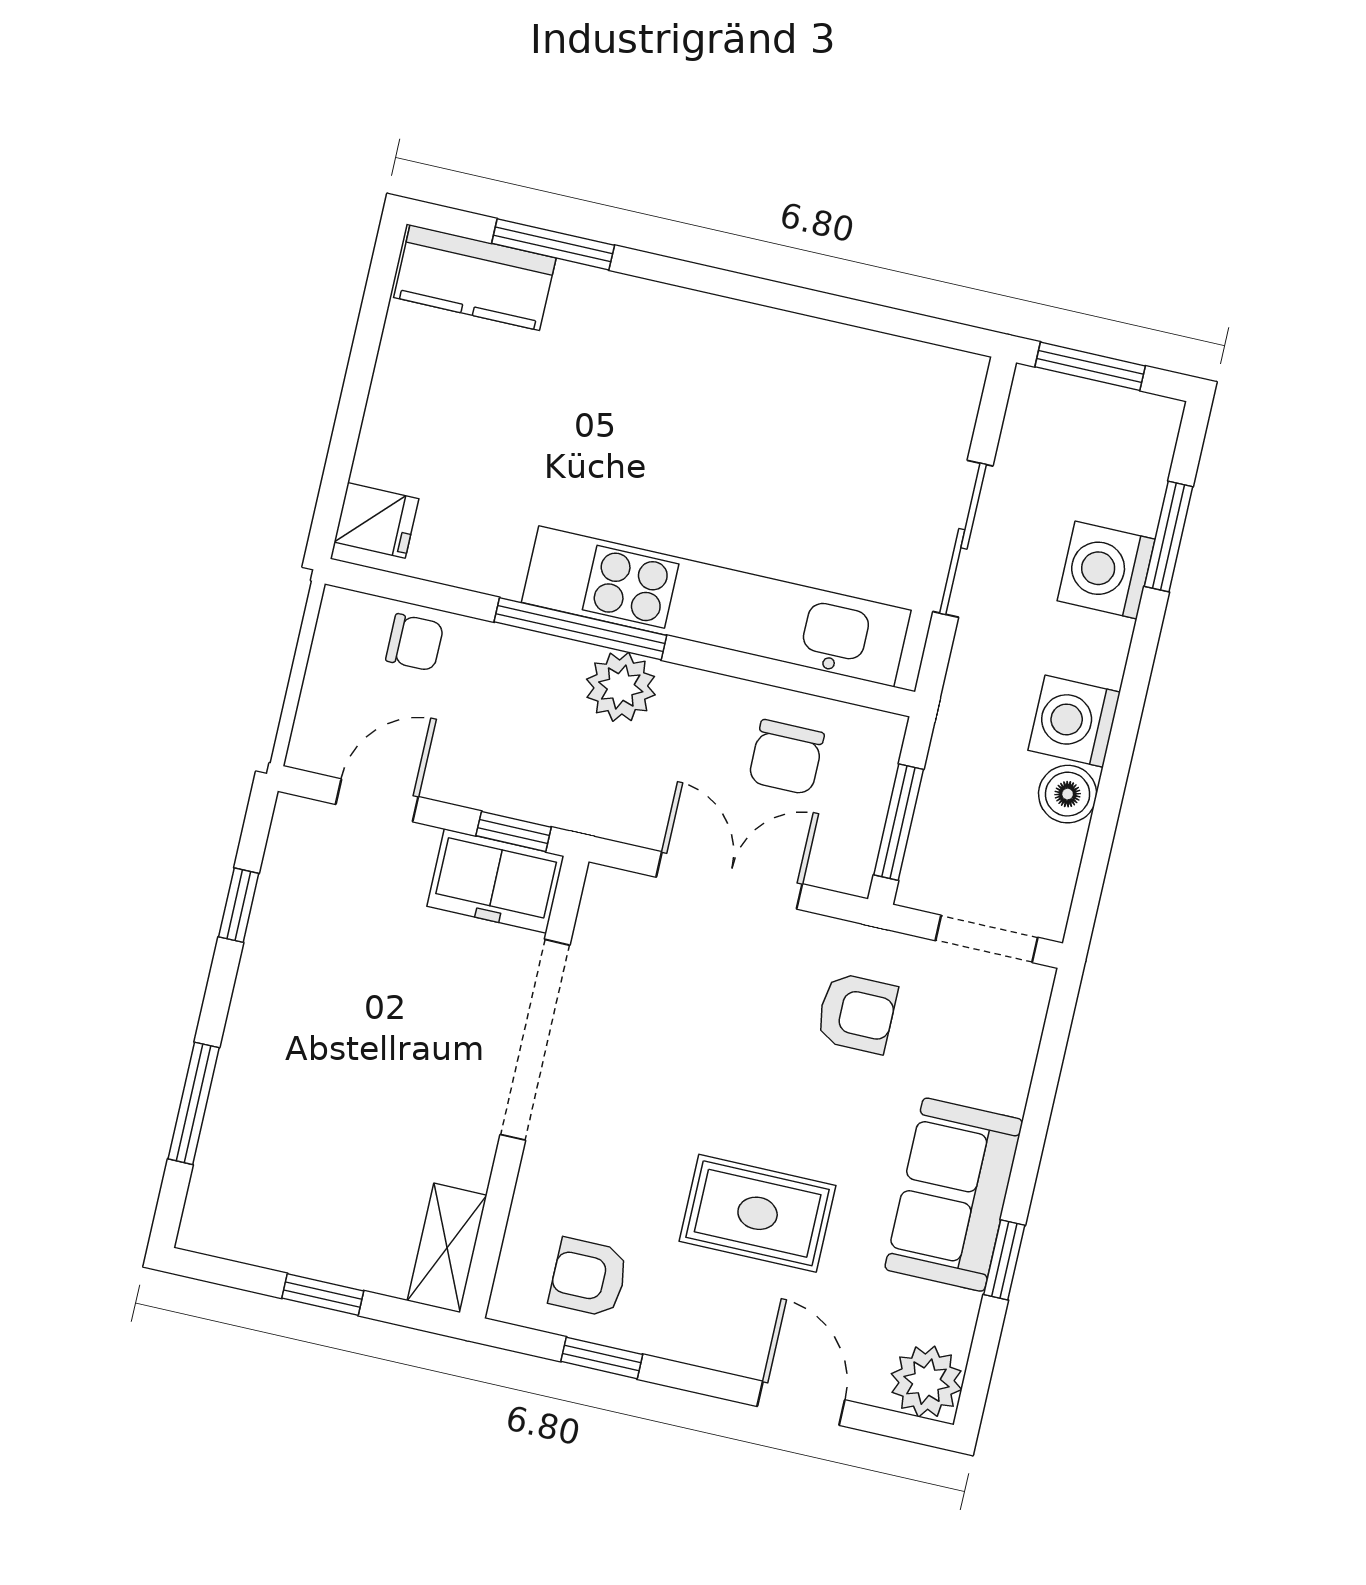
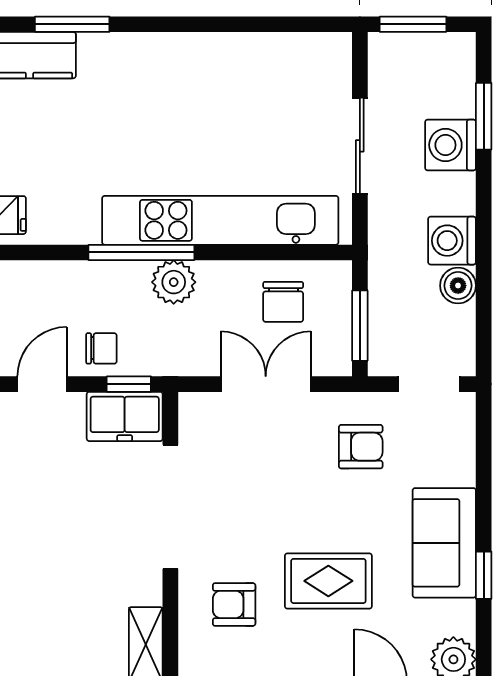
chair: (415, 642) -> (101, 348), moved
armchair: (589, 1277) -> (234, 604), moved

